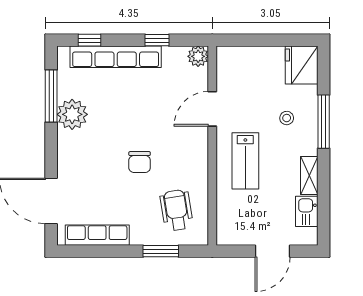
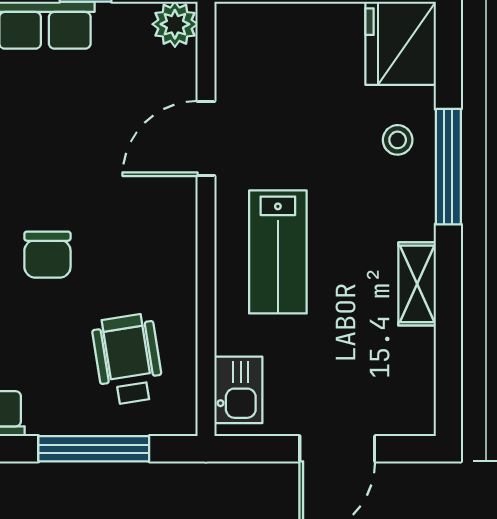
stool: (287, 118) -> (398, 140), moved
kitchen sink: (307, 211) -> (238, 390), moved, turned 180
window: (161, 251) -> (94, 449), width x1.44

